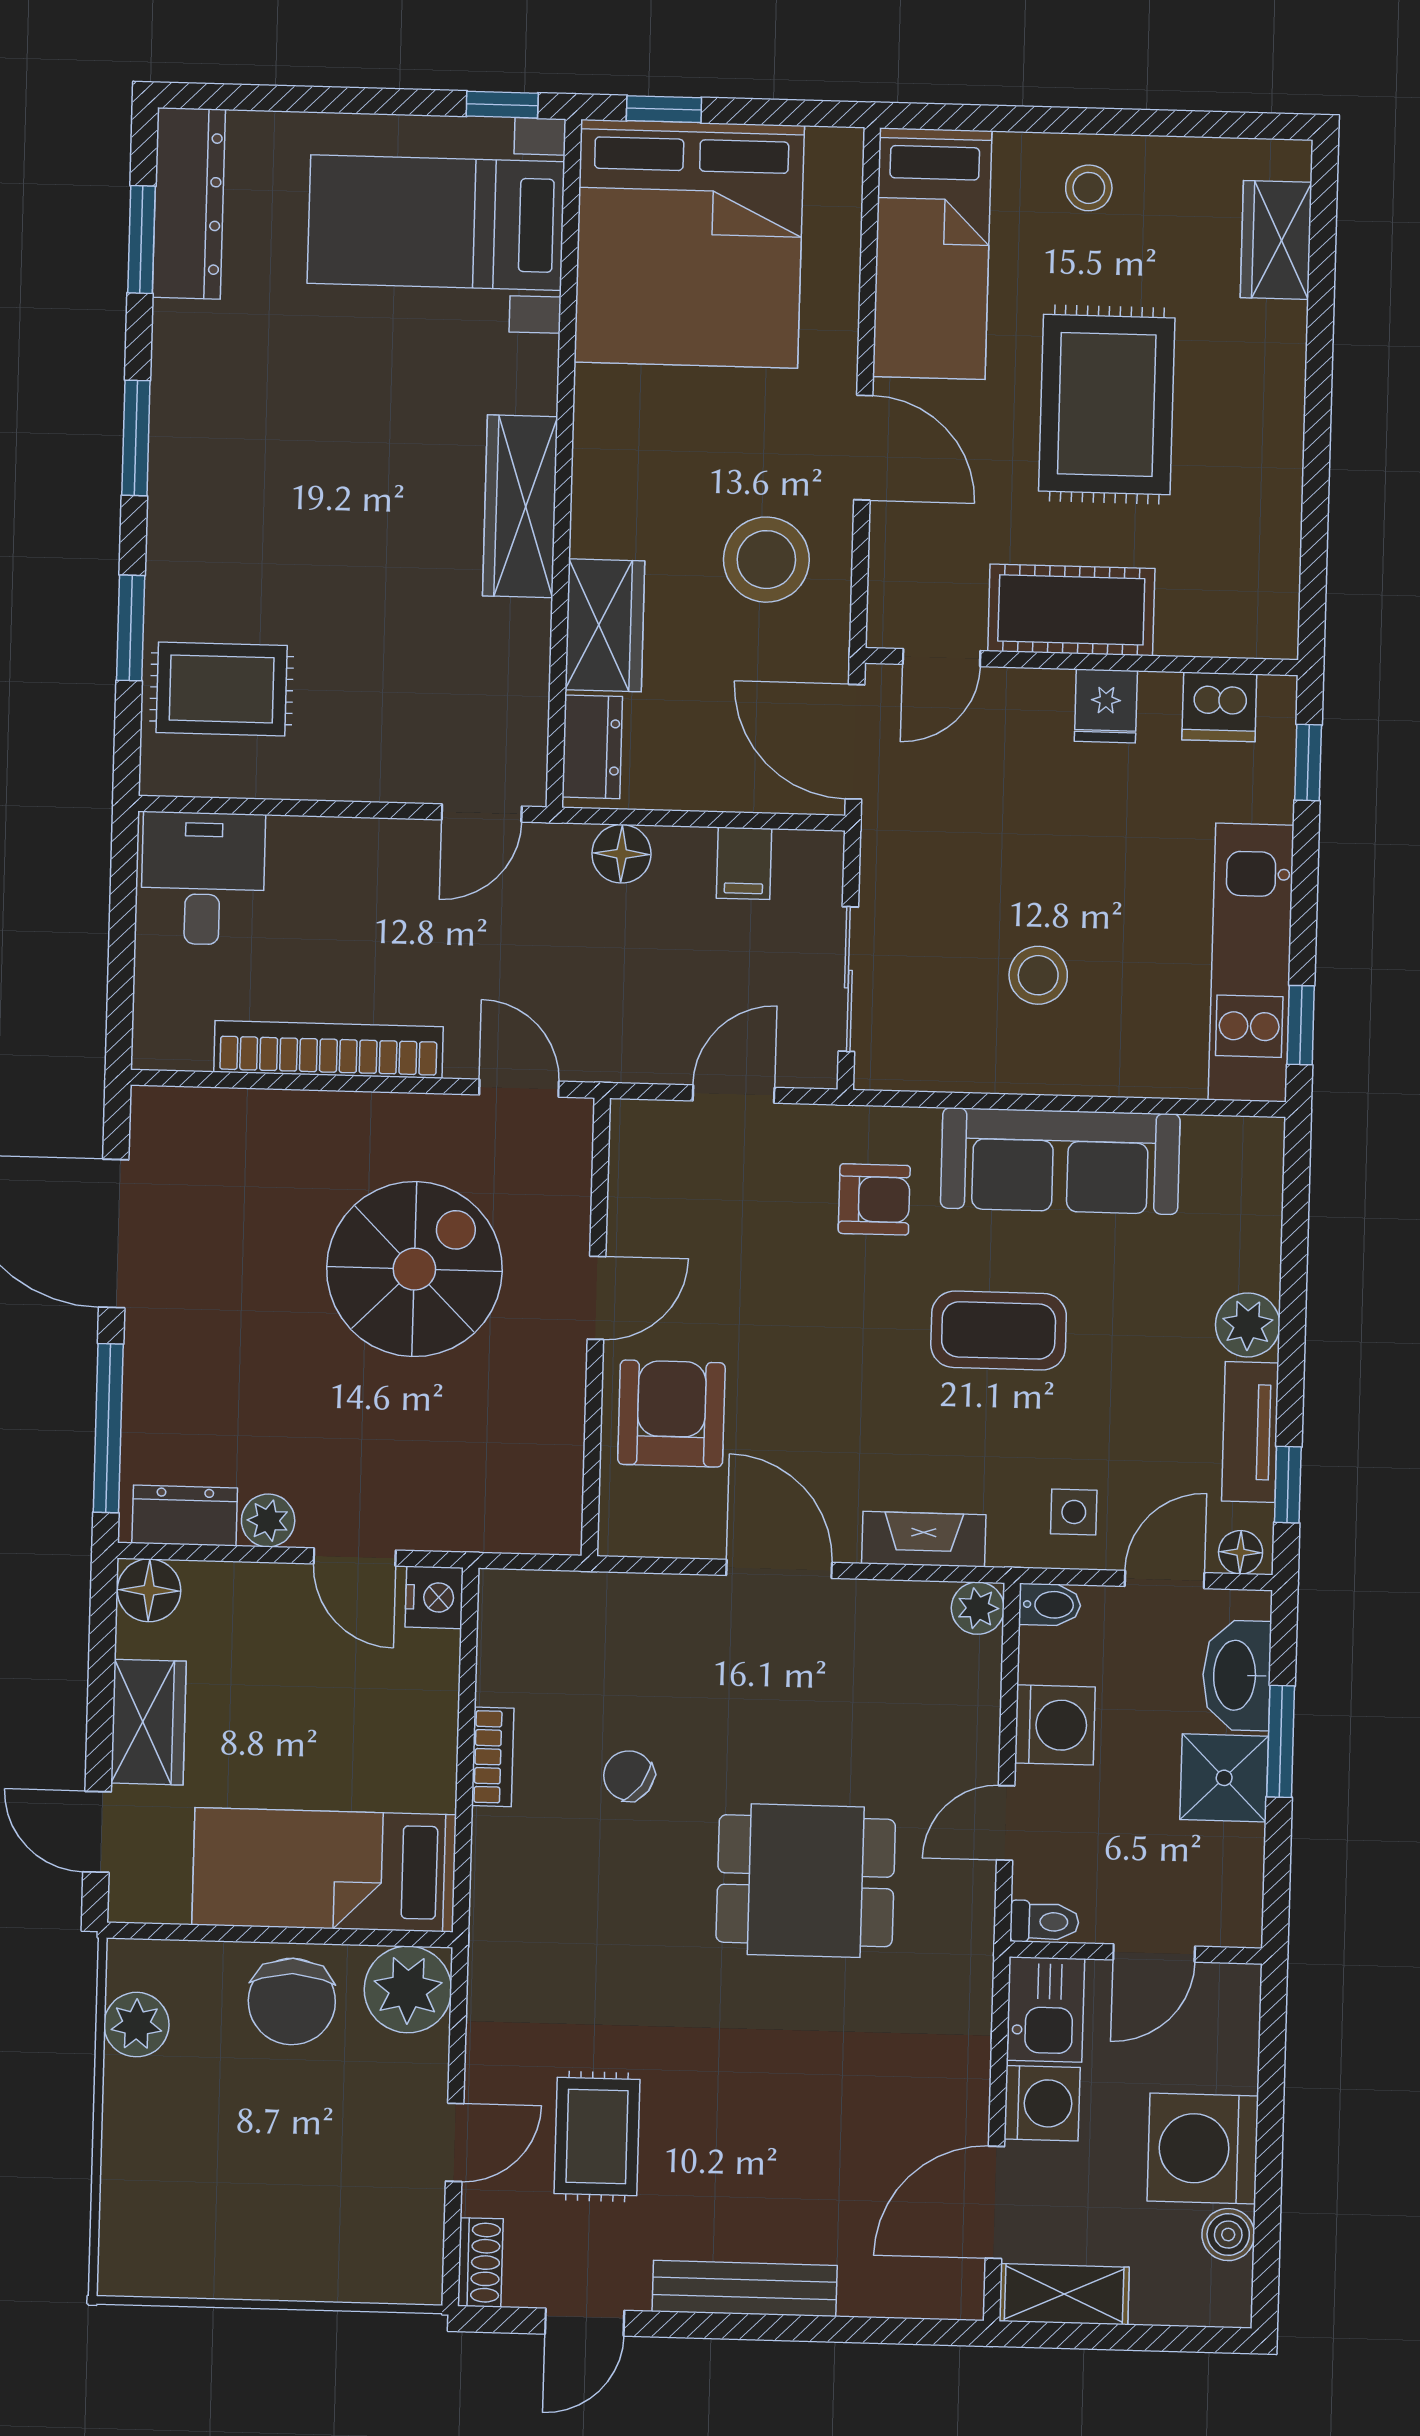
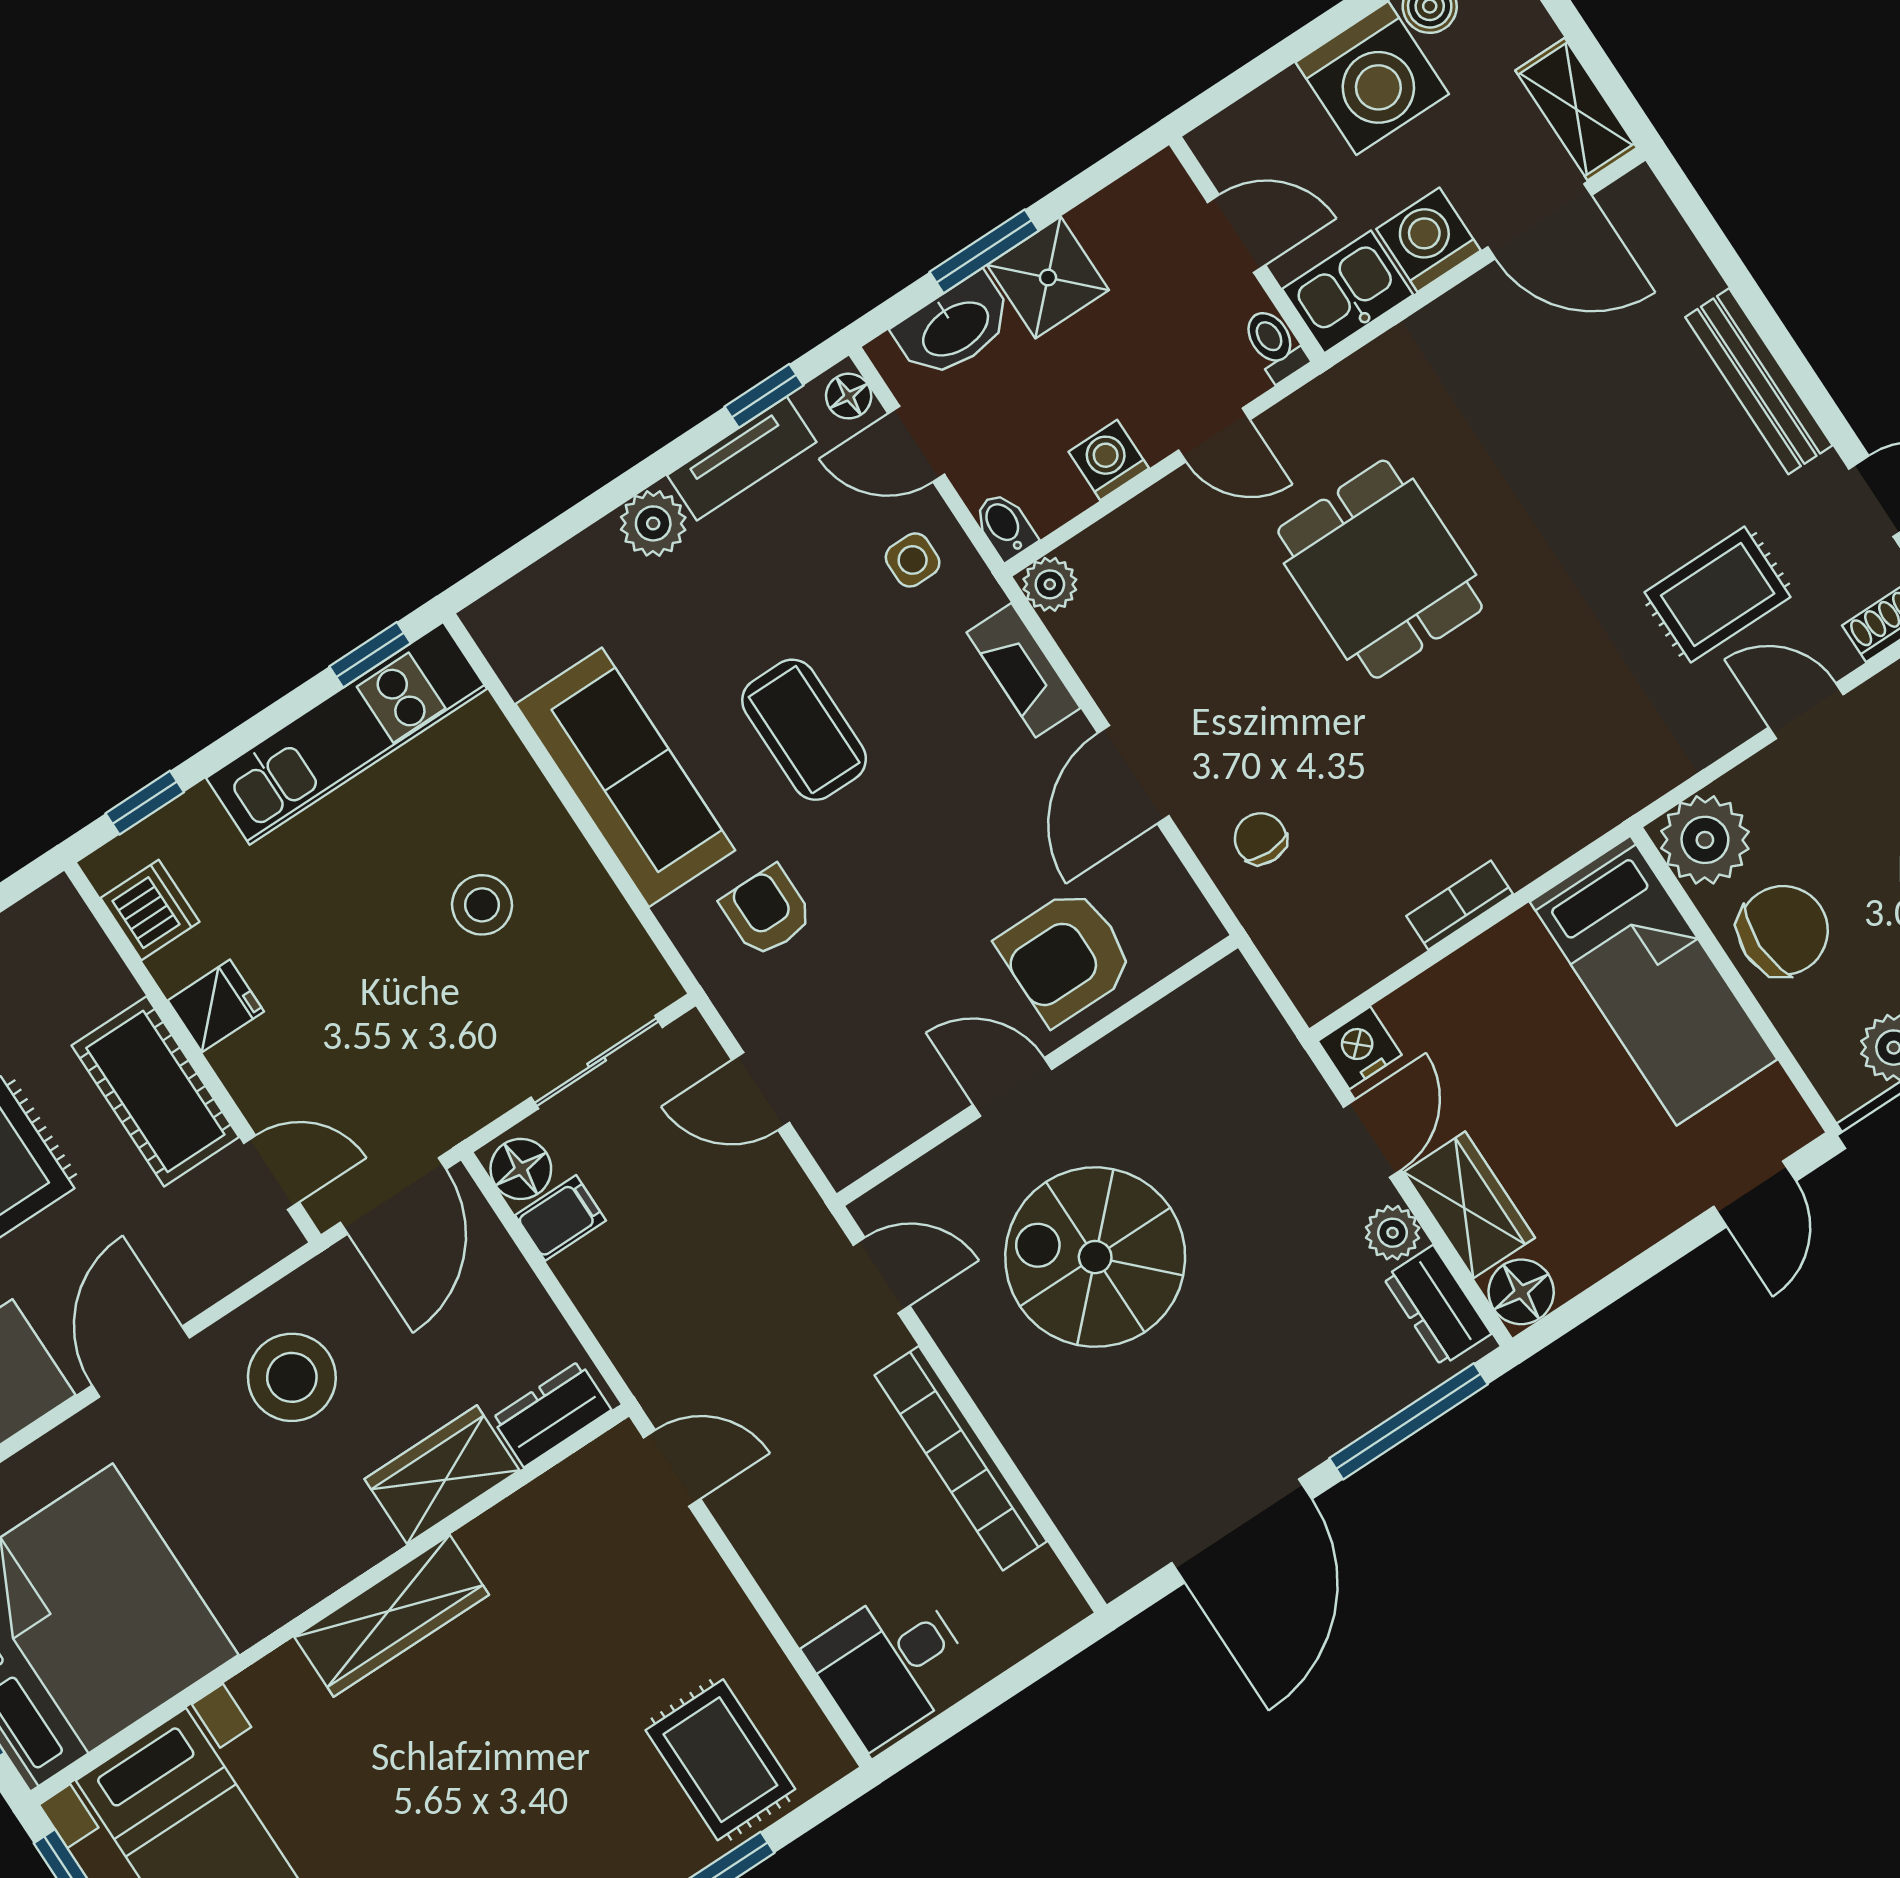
floor lamp: (621, 854) -> (521, 1169), moved
door: (519, 1088) -> (882, 1275), swing flipped
wardrobe: (149, 1722) -> (1469, 1205), moved, turned 90
washing machine: (1055, 1725) -> (1109, 460), width x0.73, depth x0.73
chair: (629, 1776) -> (1260, 839), moved, turned 144

